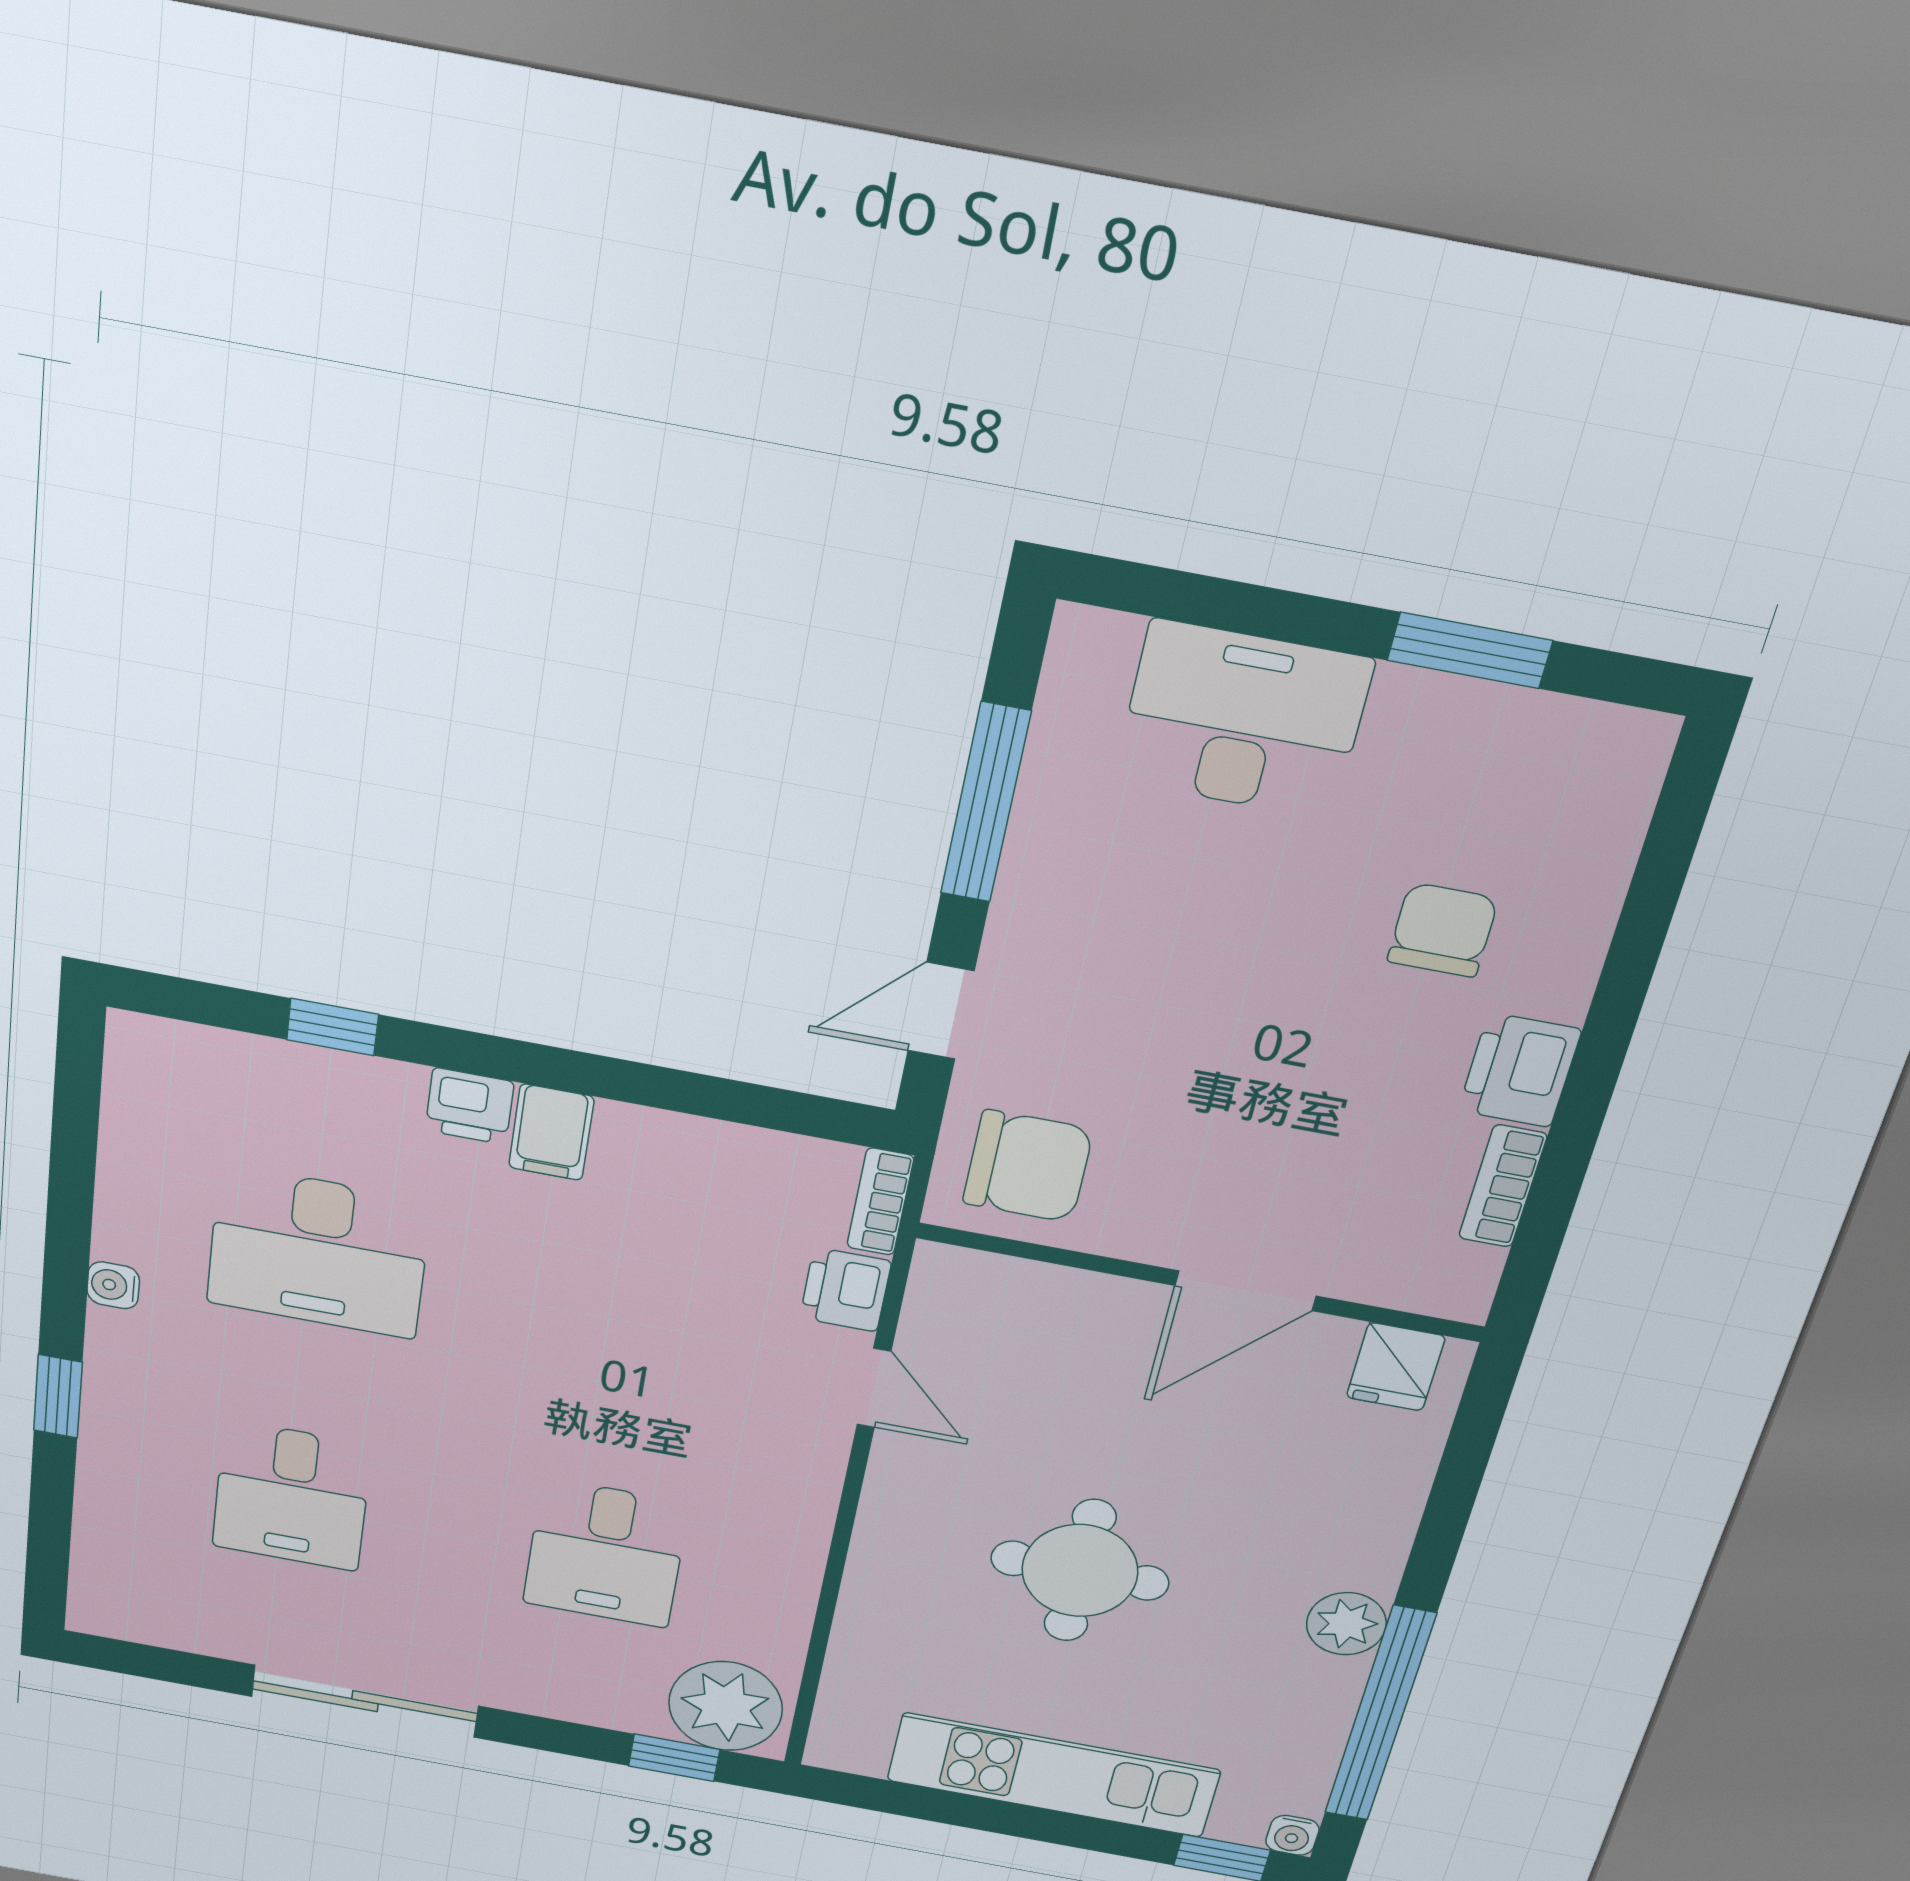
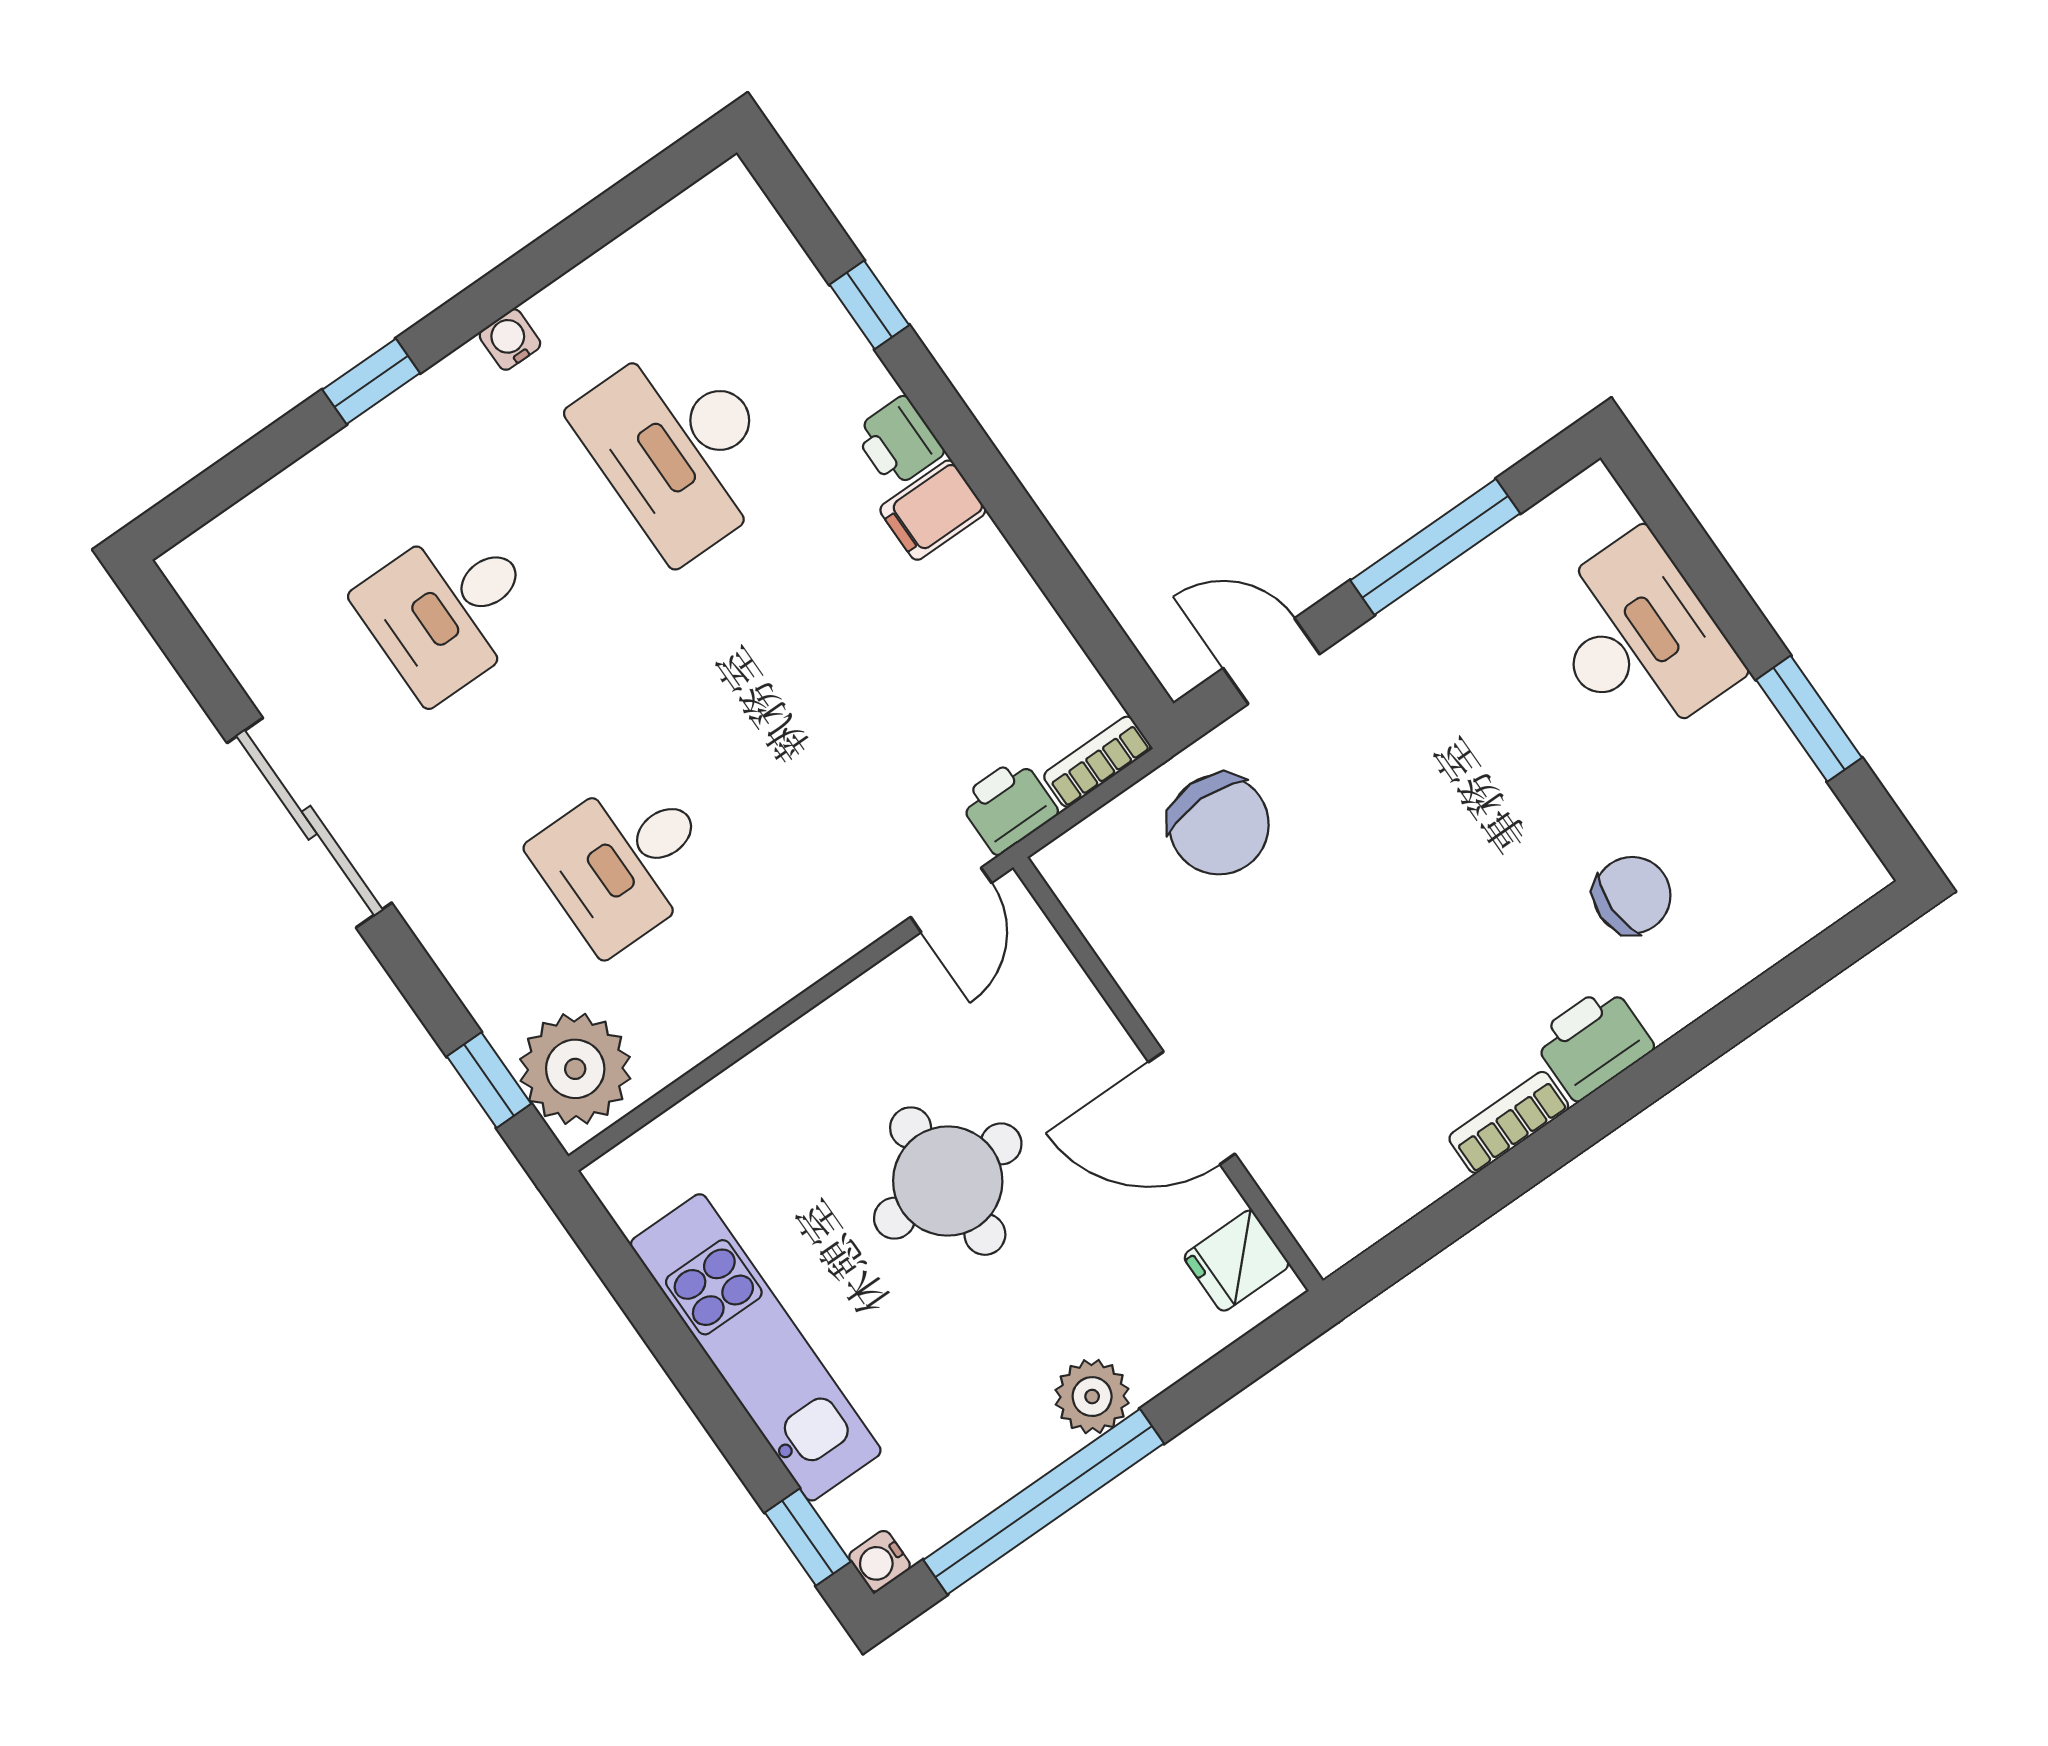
wall: (1200, 1282) -> (1168, 1074), moved
door: (1245, 1291) -> (1192, 1108), moved
fridge: (1396, 1367) -> (1236, 1261), moved

